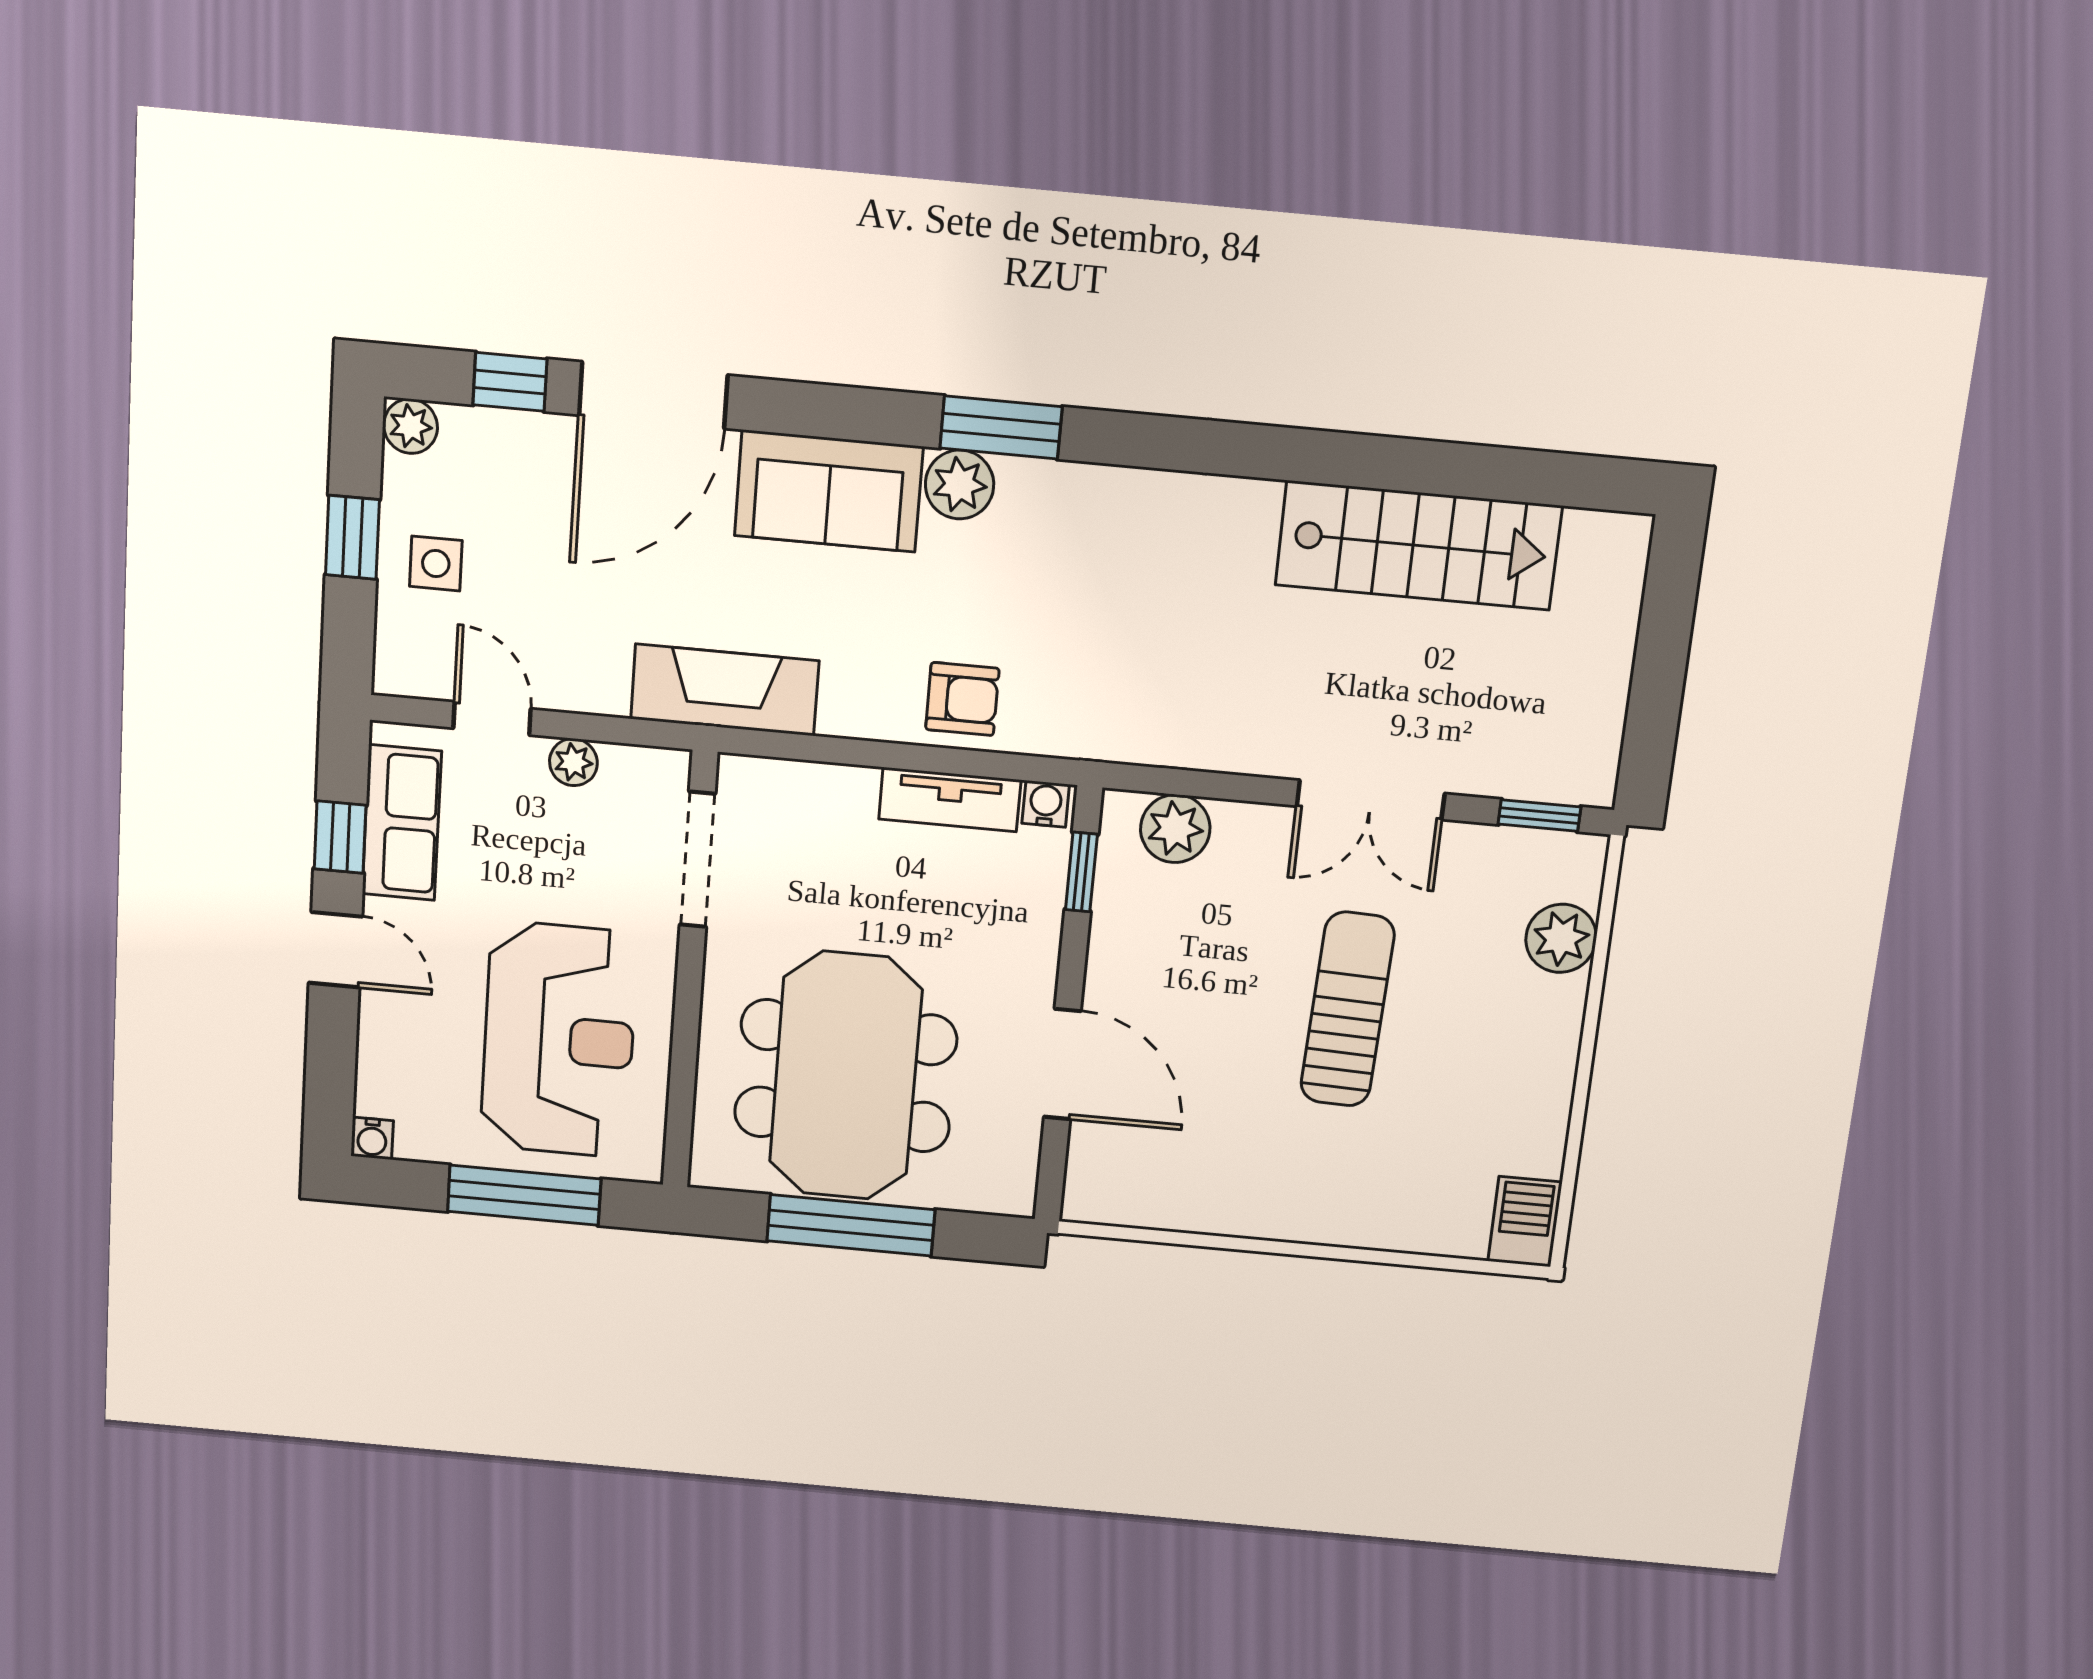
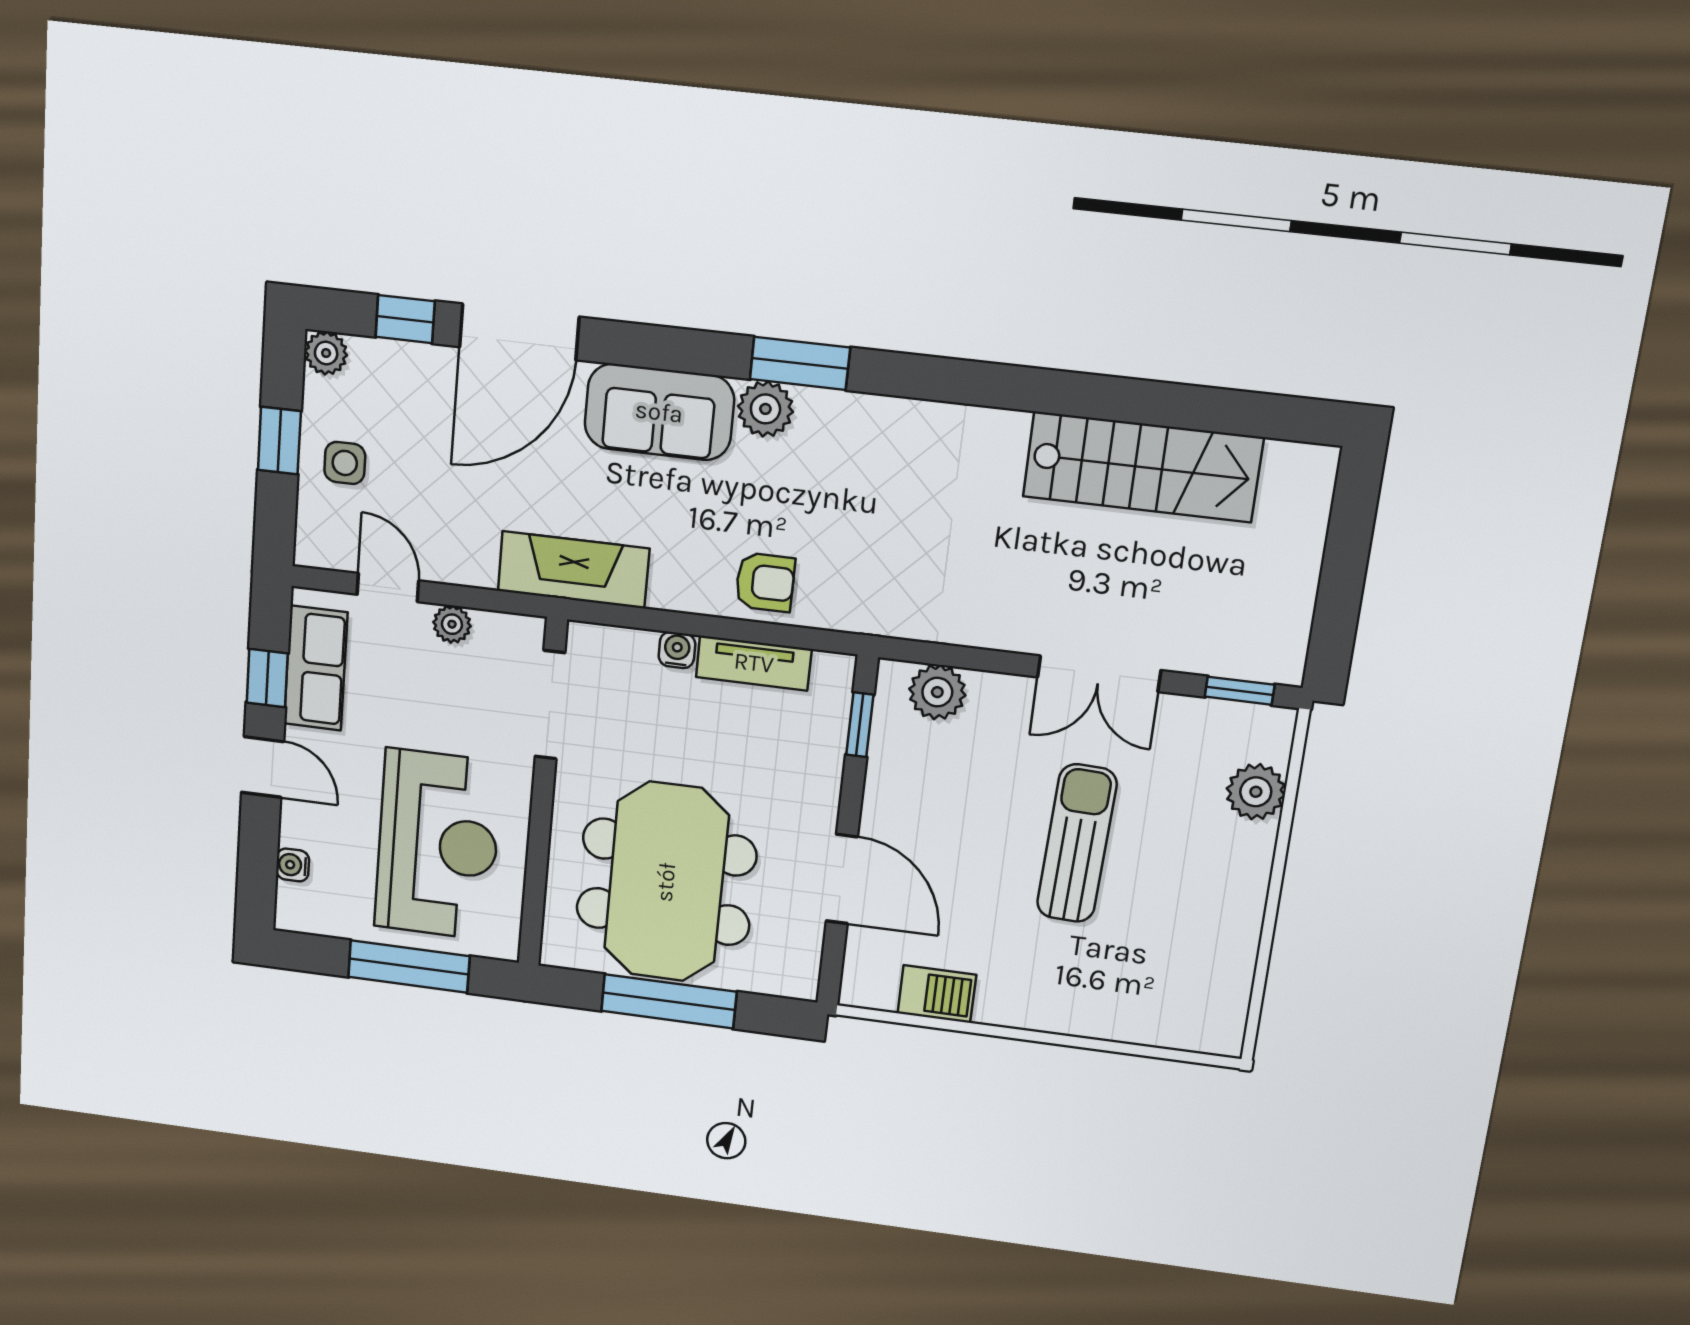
water cooler: (1046, 804) -> (677, 650), moved
water cooler: (372, 1138) -> (293, 865), moved, turned 90
barbecue: (1525, 1222) -> (937, 994), moved, turned 90

